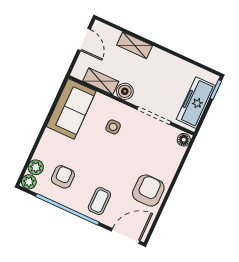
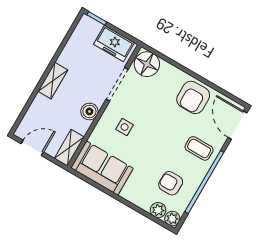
shelving: (135, 45) -> (53, 81), moved
shelving: (101, 81) -> (69, 148), moved
freezer: (196, 103) -> (114, 43), width x0.71
floor lamp: (184, 140) -> (147, 64), width x1.89, depth x1.89
armchair: (148, 191) -> (193, 97), turned -90

